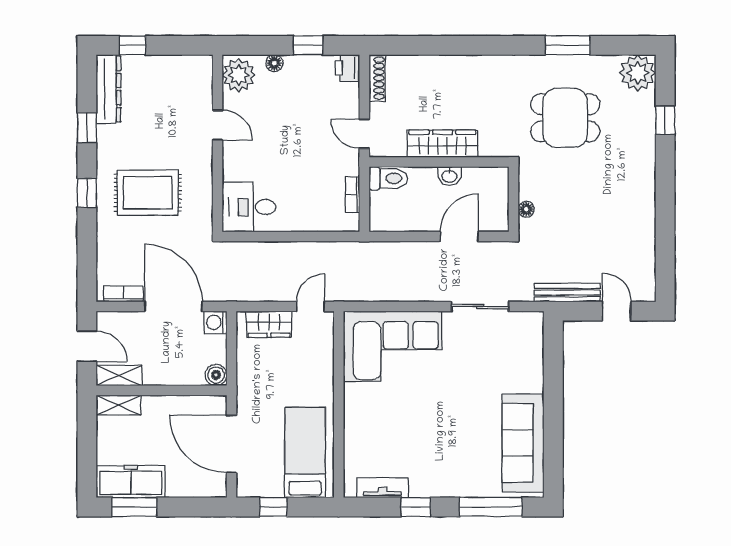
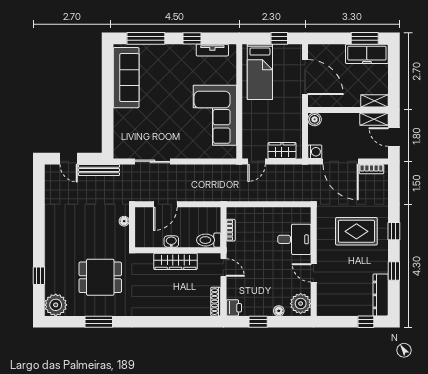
desk: (249, 207) -> (294, 239), moved
corner sofa: (392, 346) -> (215, 115), moved, turned -90

